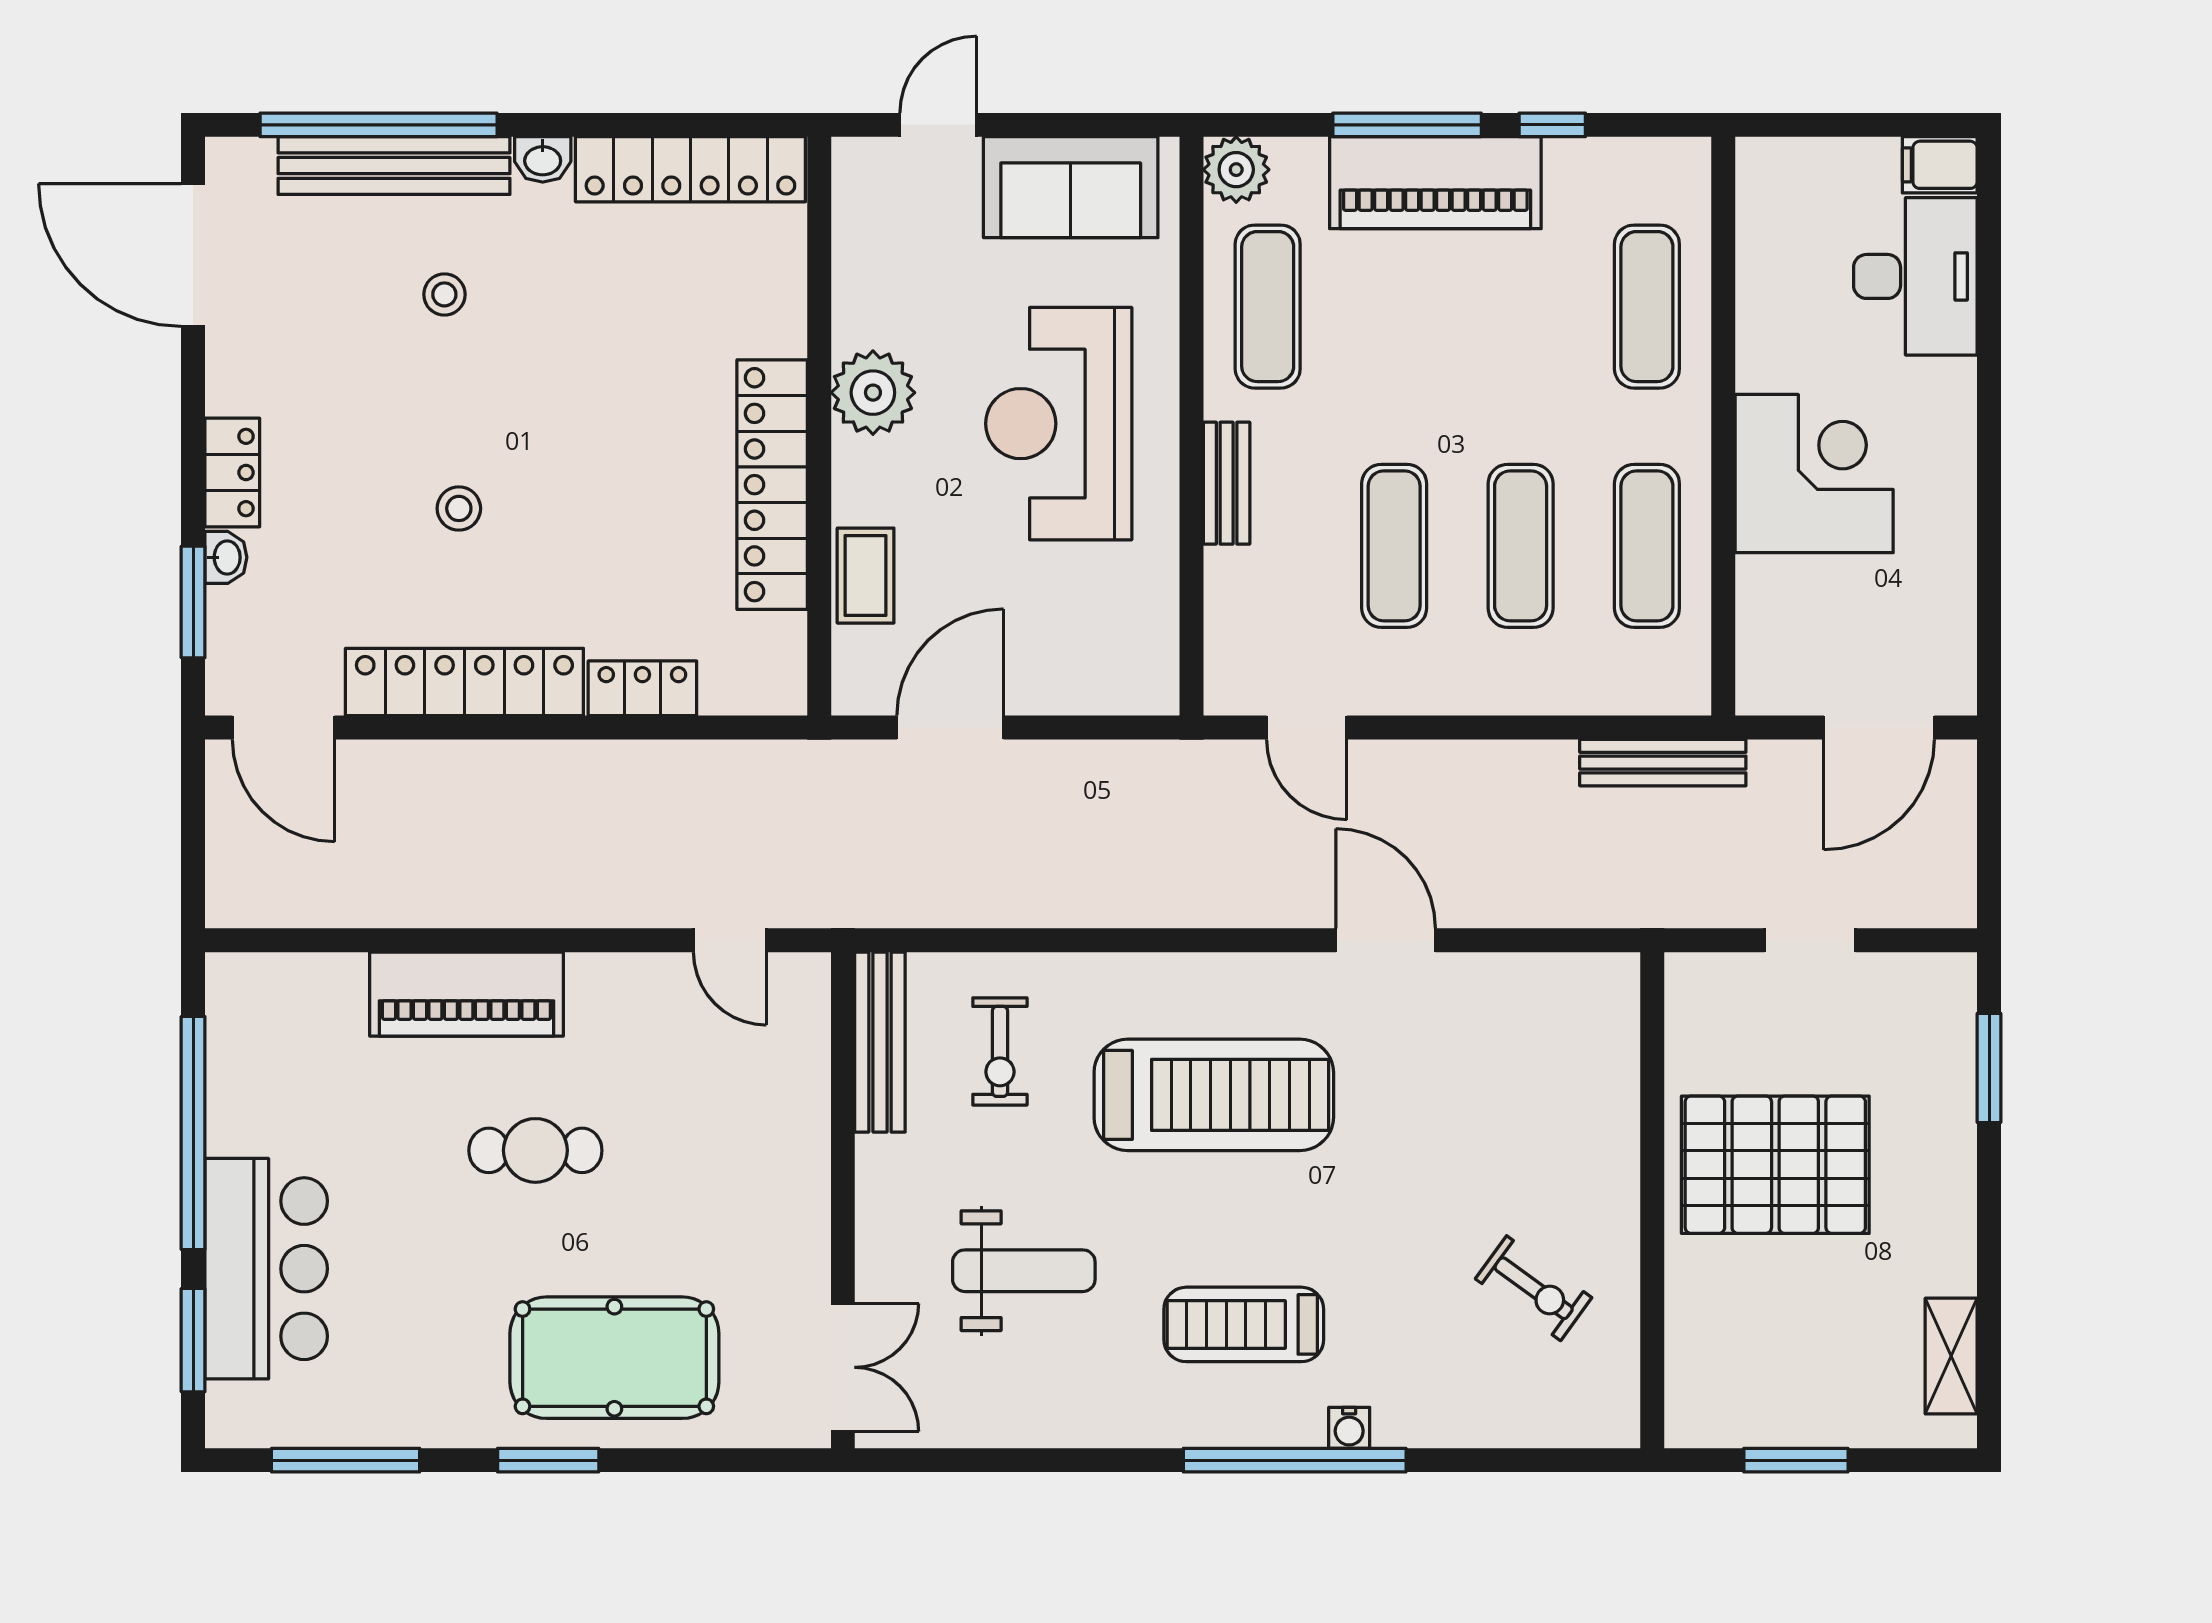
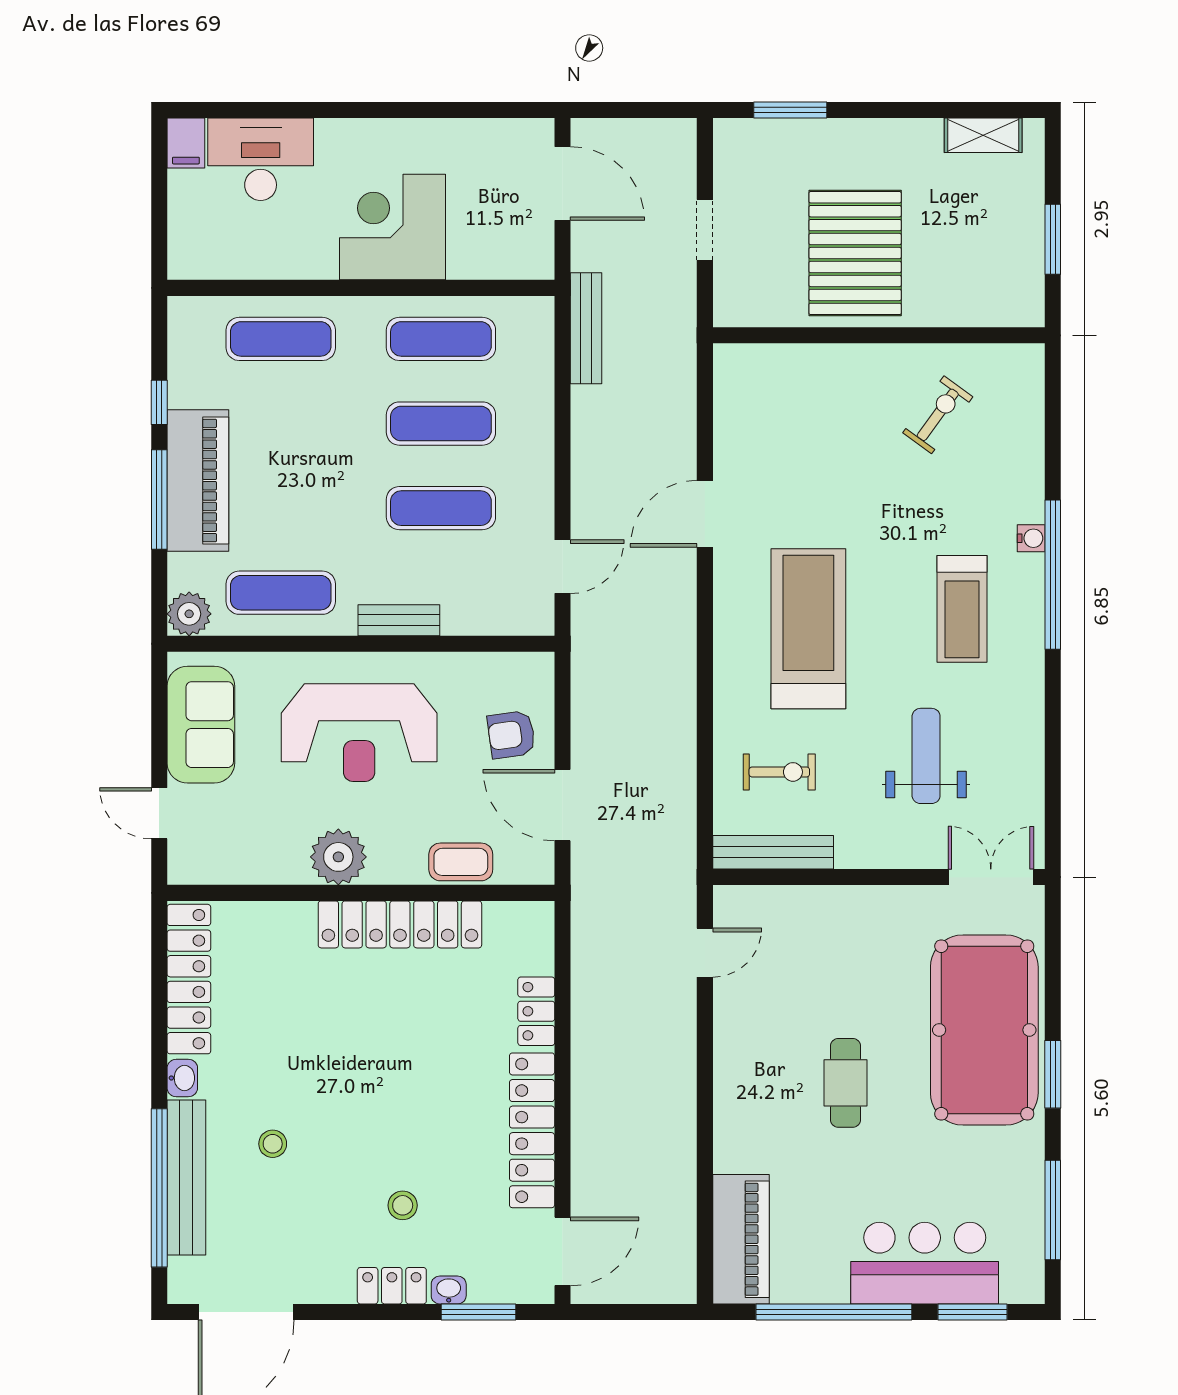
stool: (459, 508) -> (403, 1205), moved
armchair: (1056, 651) -> (511, 735), added
piano: (466, 994) -> (741, 1239), moved
pool table: (614, 1358) -> (984, 1030), width x1.36, depth x1.32

